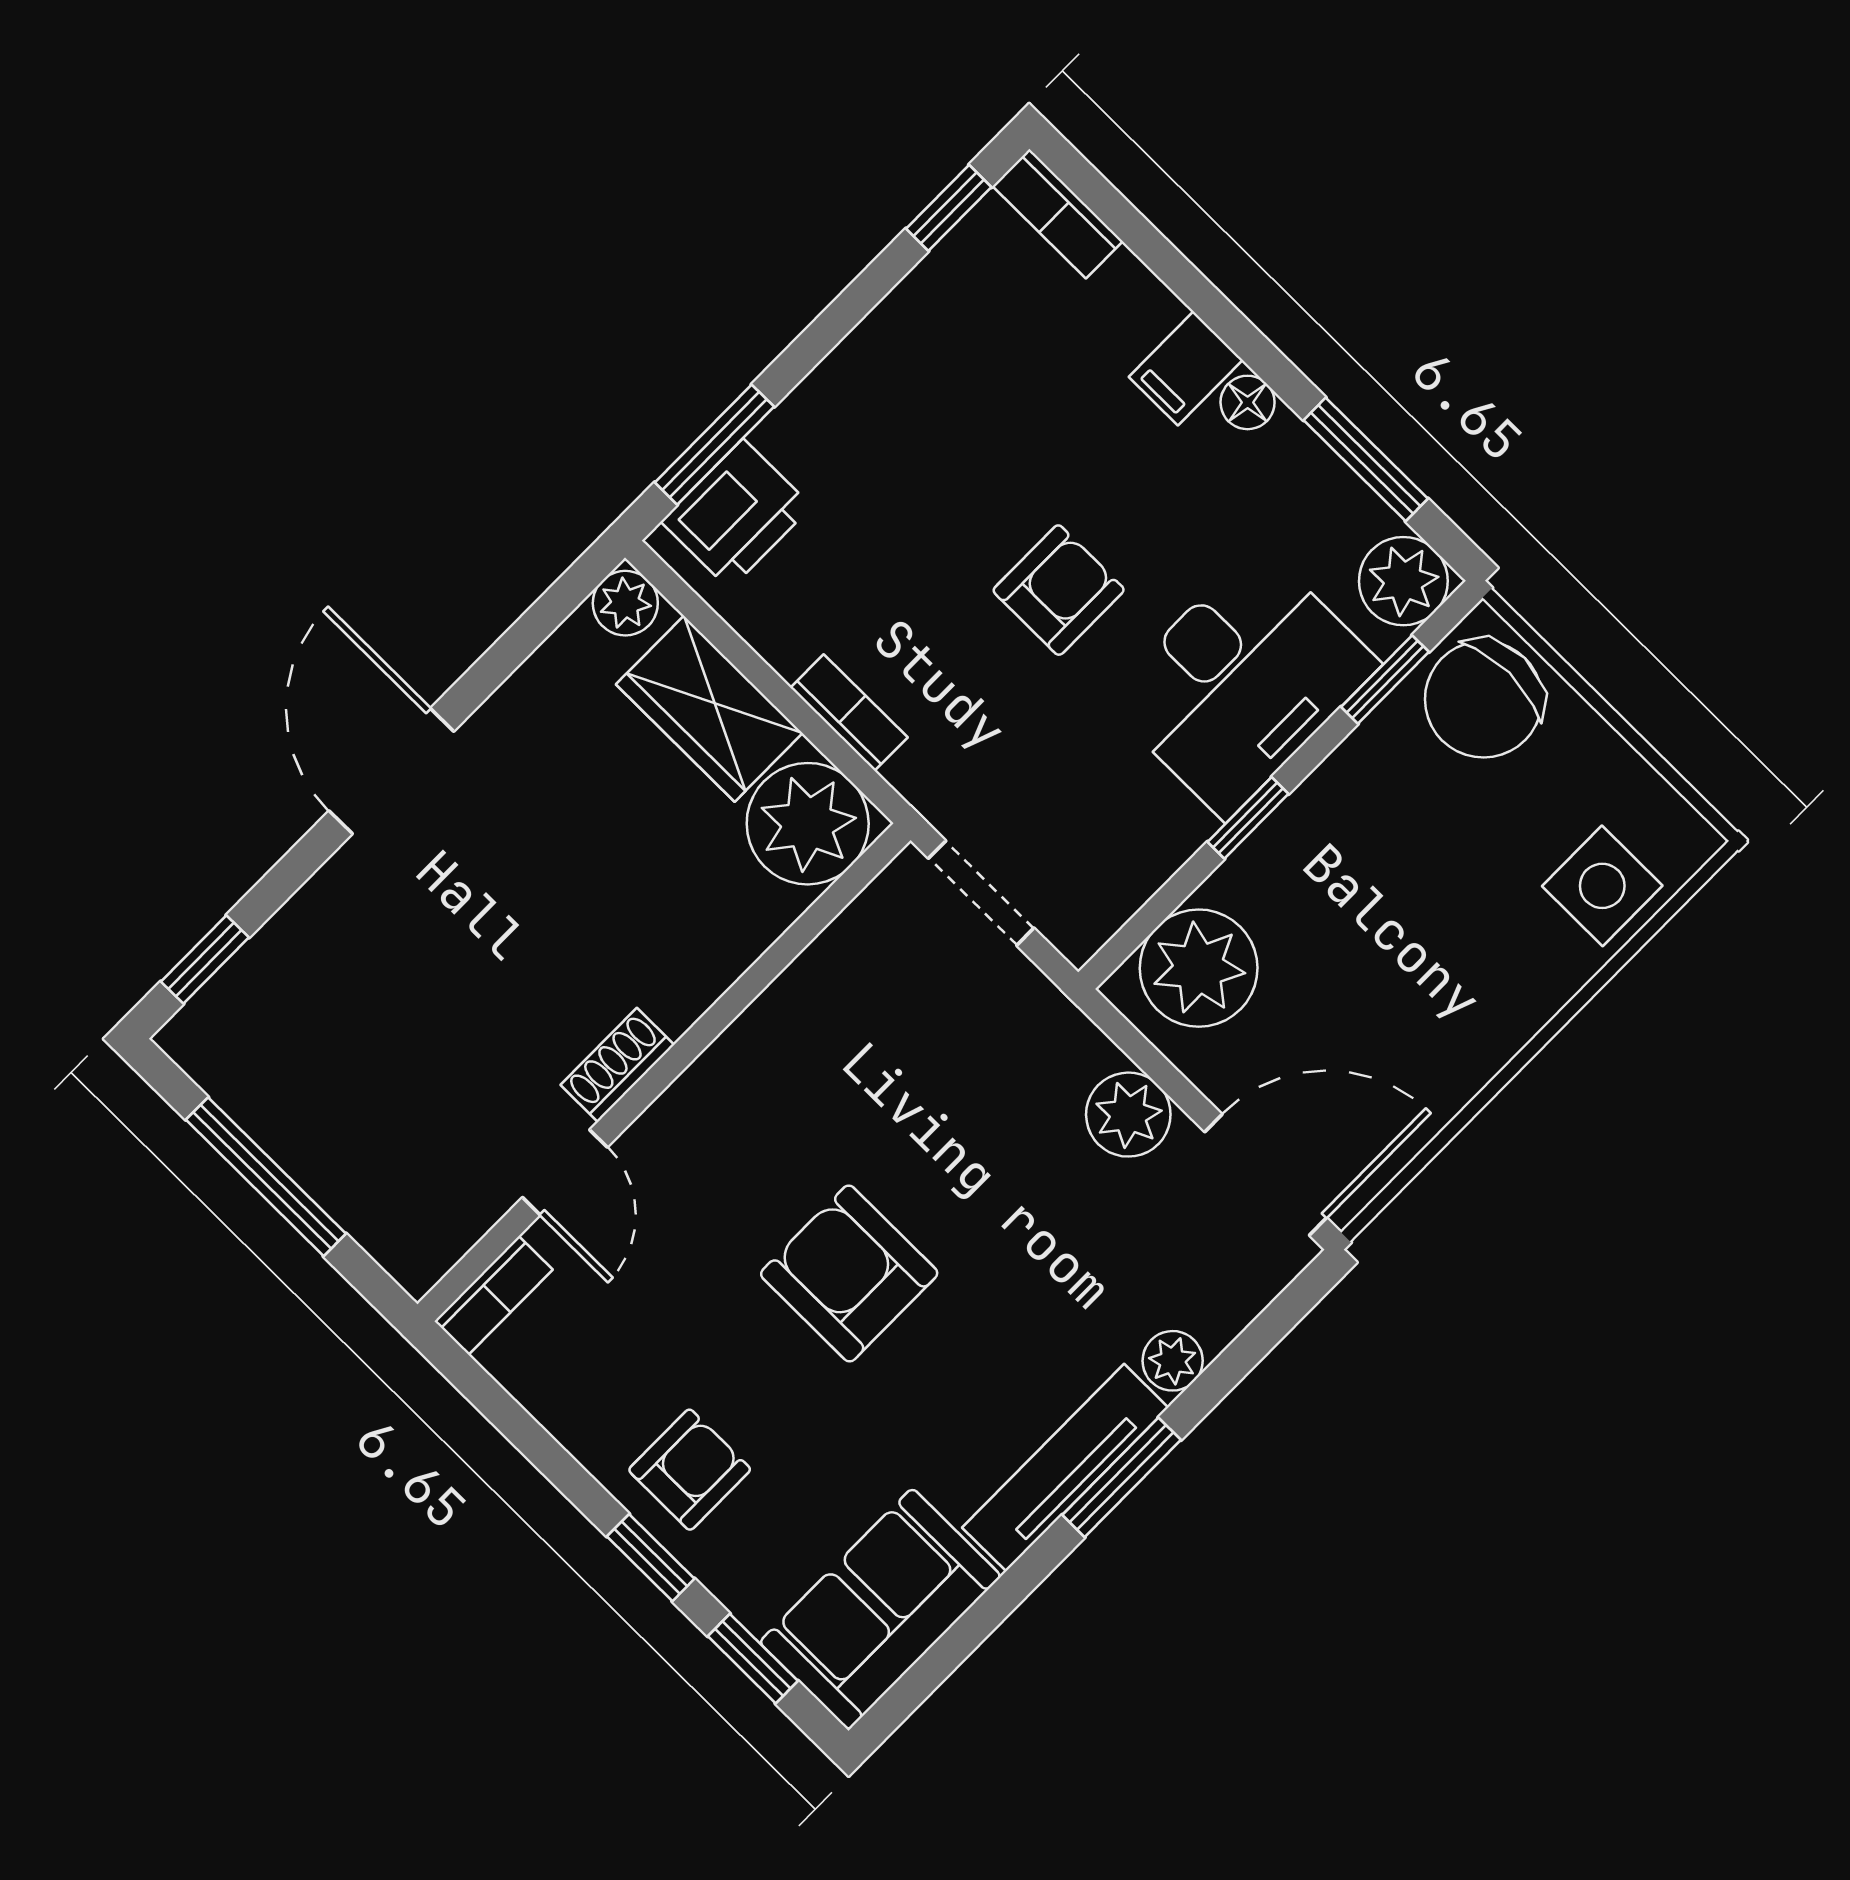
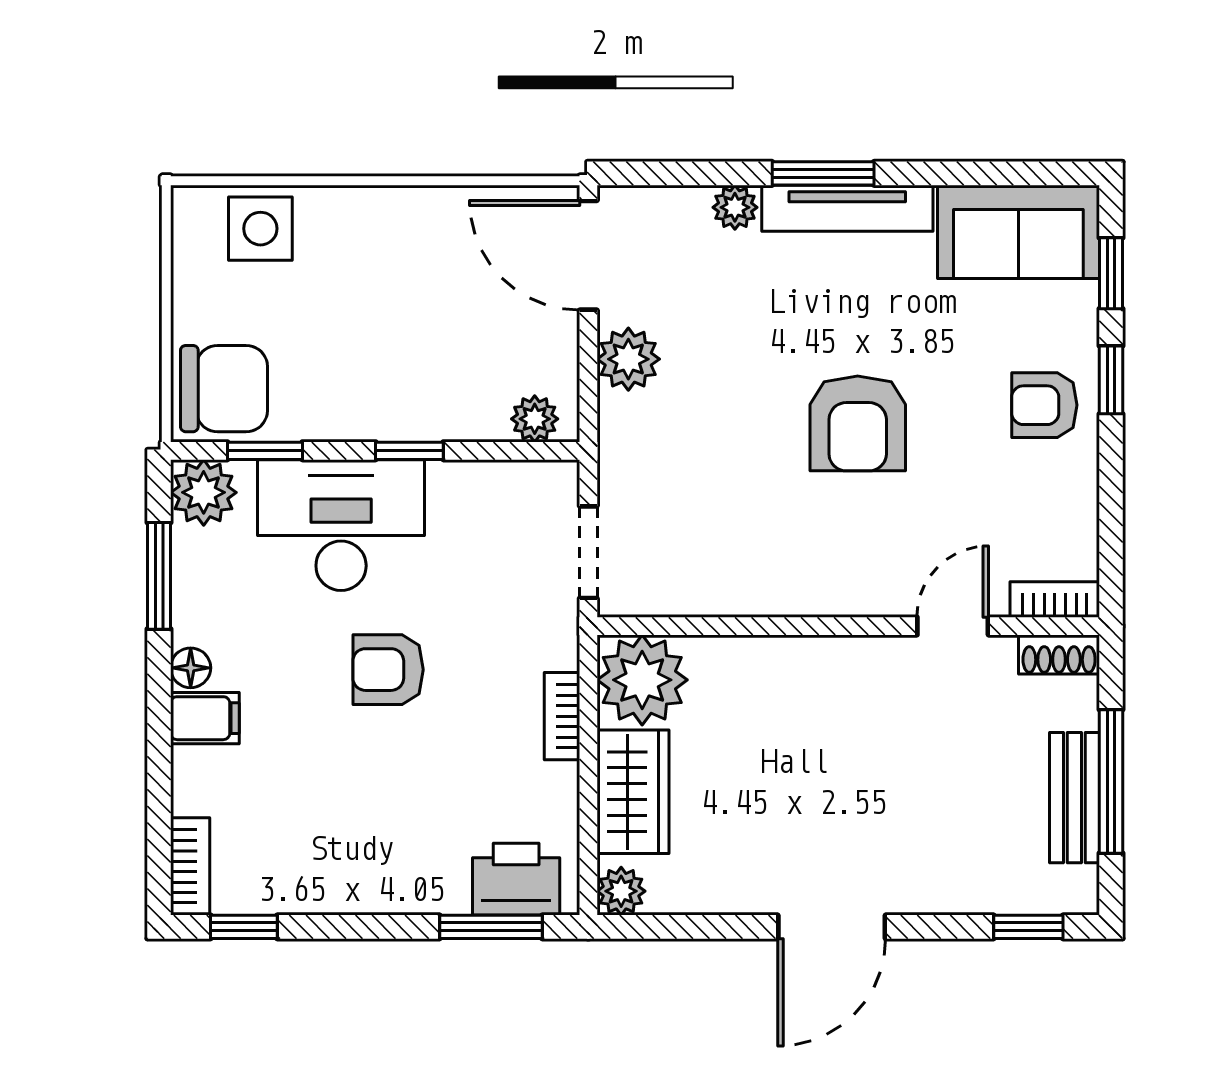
plant: (1199, 968) -> (535, 419), width x0.53, depth x0.53
shoe rack: (617, 1065) -> (1059, 654), moved
bench: (285, 1126) -> (1074, 798), added

